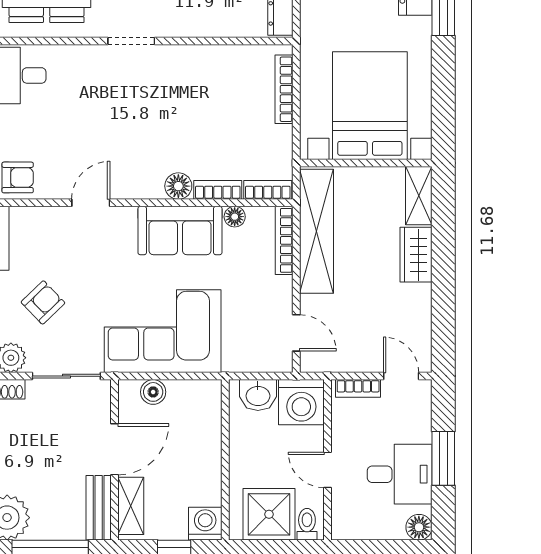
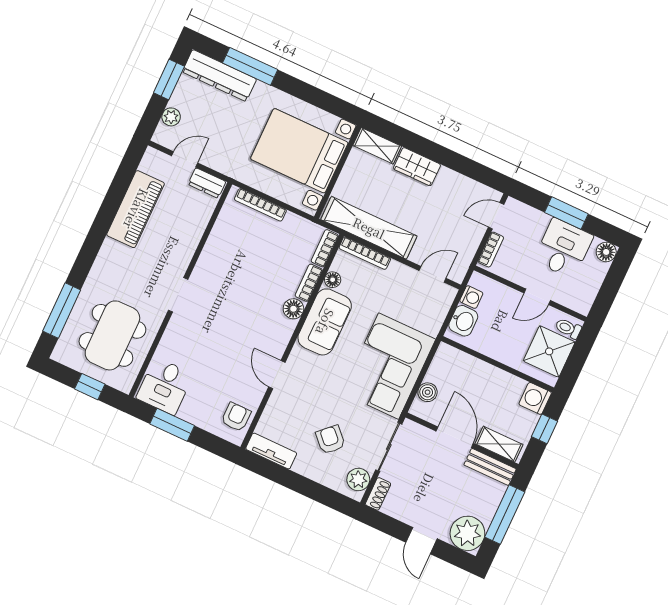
washing machine: (301, 402) -> (471, 297), width x0.53, depth x0.53

